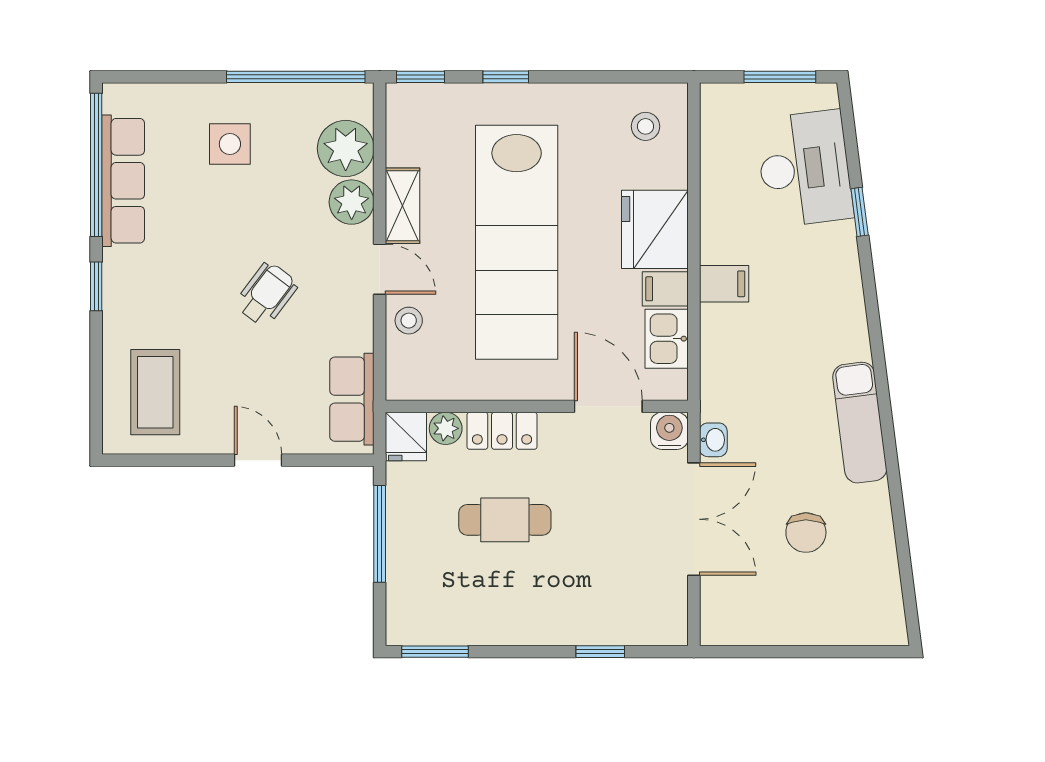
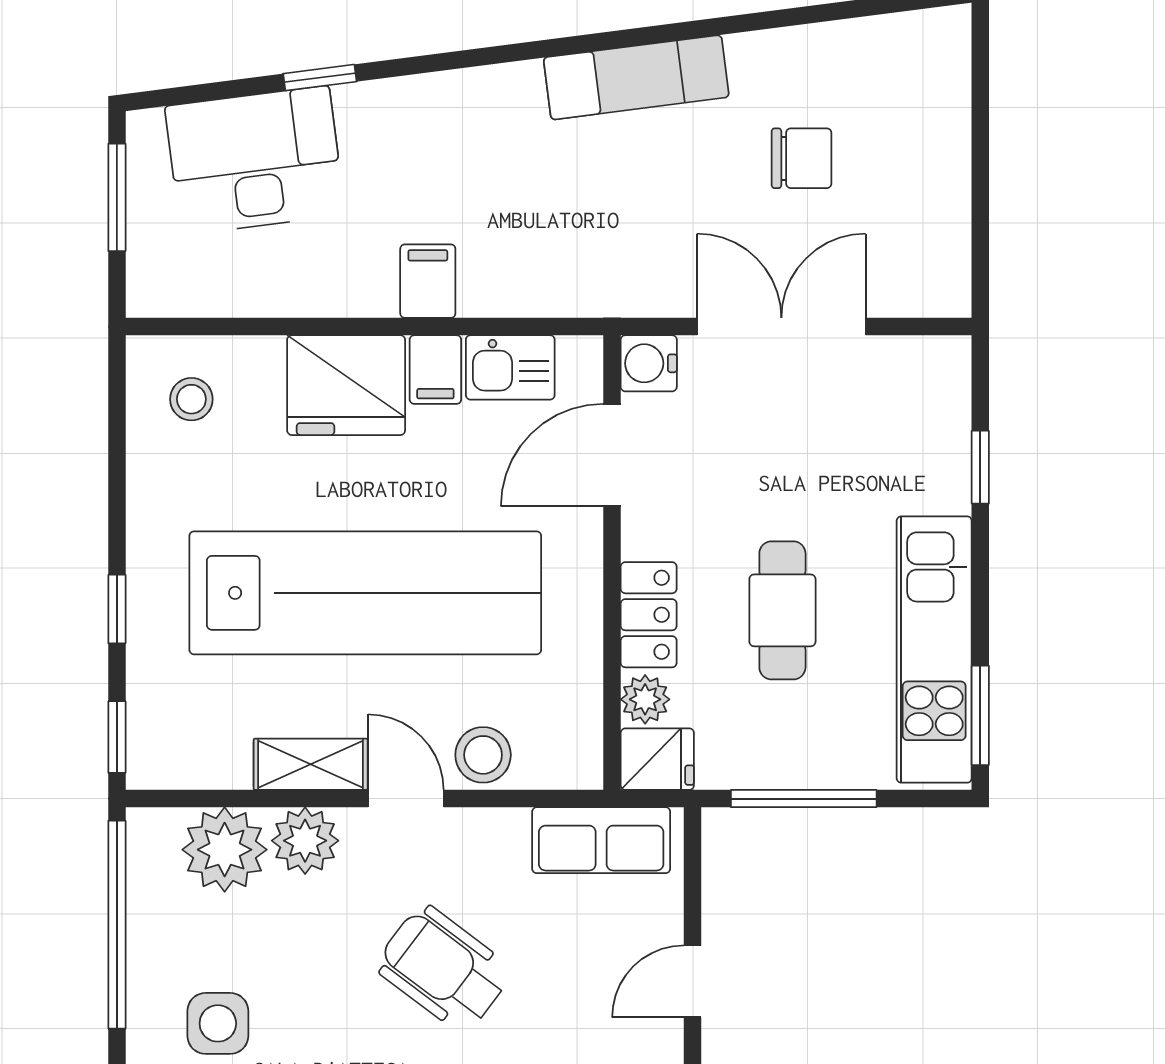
door: (380, 269) -> (406, 799), hinge flipped
wheelchair: (266, 294) -> (444, 969), width x1.36, depth x1.37
stool: (409, 321) -> (483, 755), width x1.37, depth x1.37
washbasin: (713, 440) -> (662, 297), removed
kitchen unit: (479, 621) -> (934, 650), added

